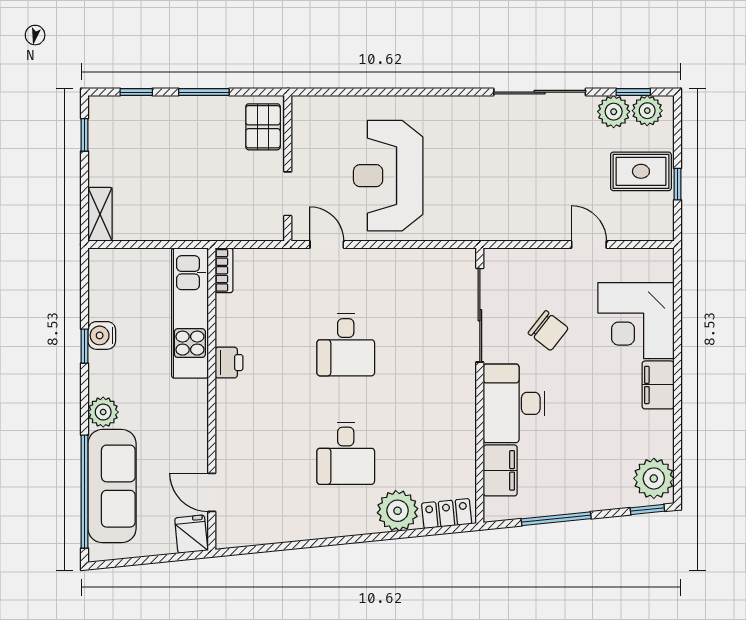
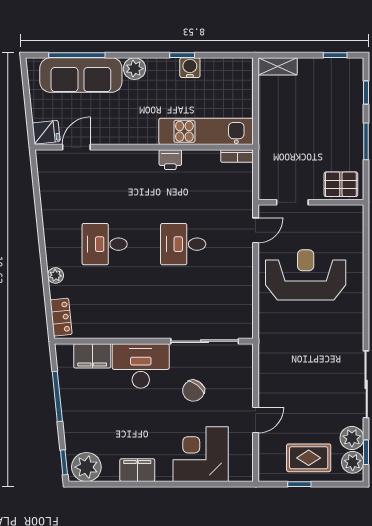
rug: (641, 171) -> (309, 458), turned 90
filing cabinet: (658, 385) -> (137, 470), moved
window: (85, 492) -> (77, 55), width x0.68
plant: (398, 511) -> (55, 275), width x0.53, depth x0.53

